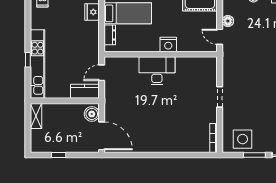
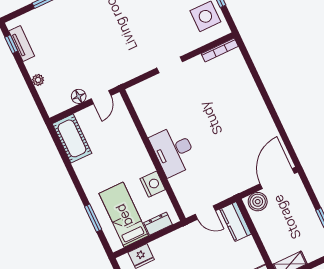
nightstand: (168, 44) -> (153, 184), moved

